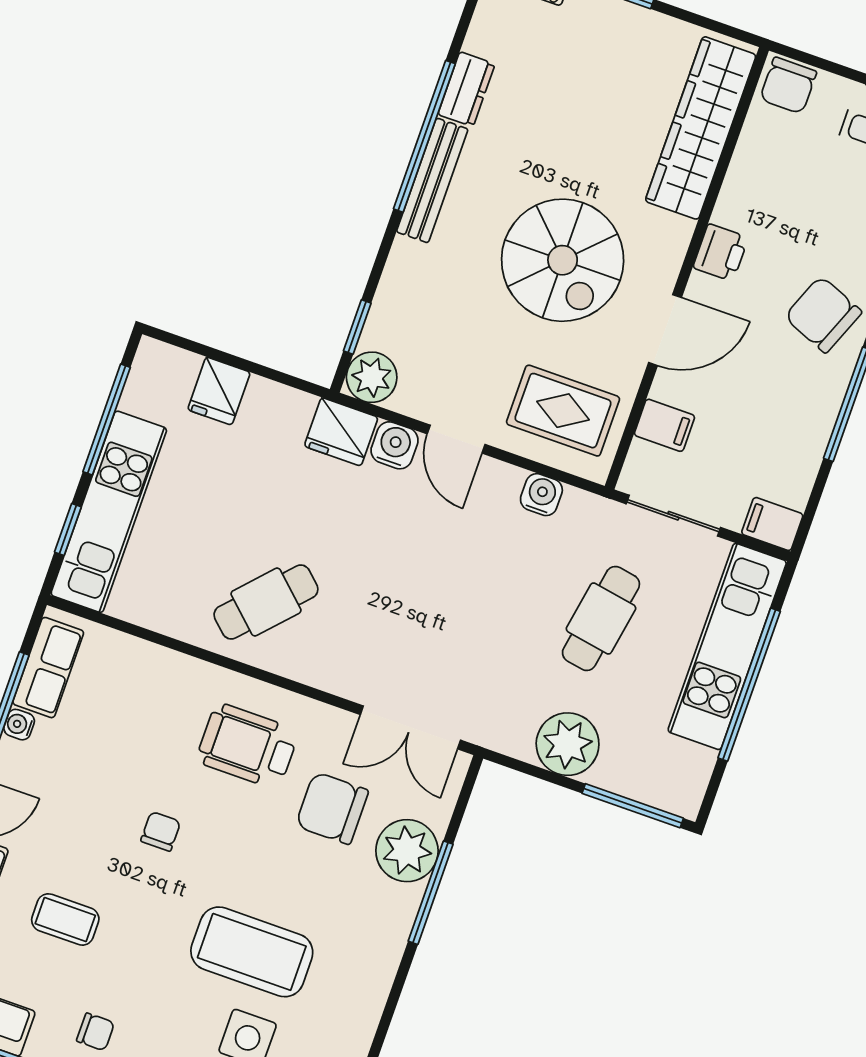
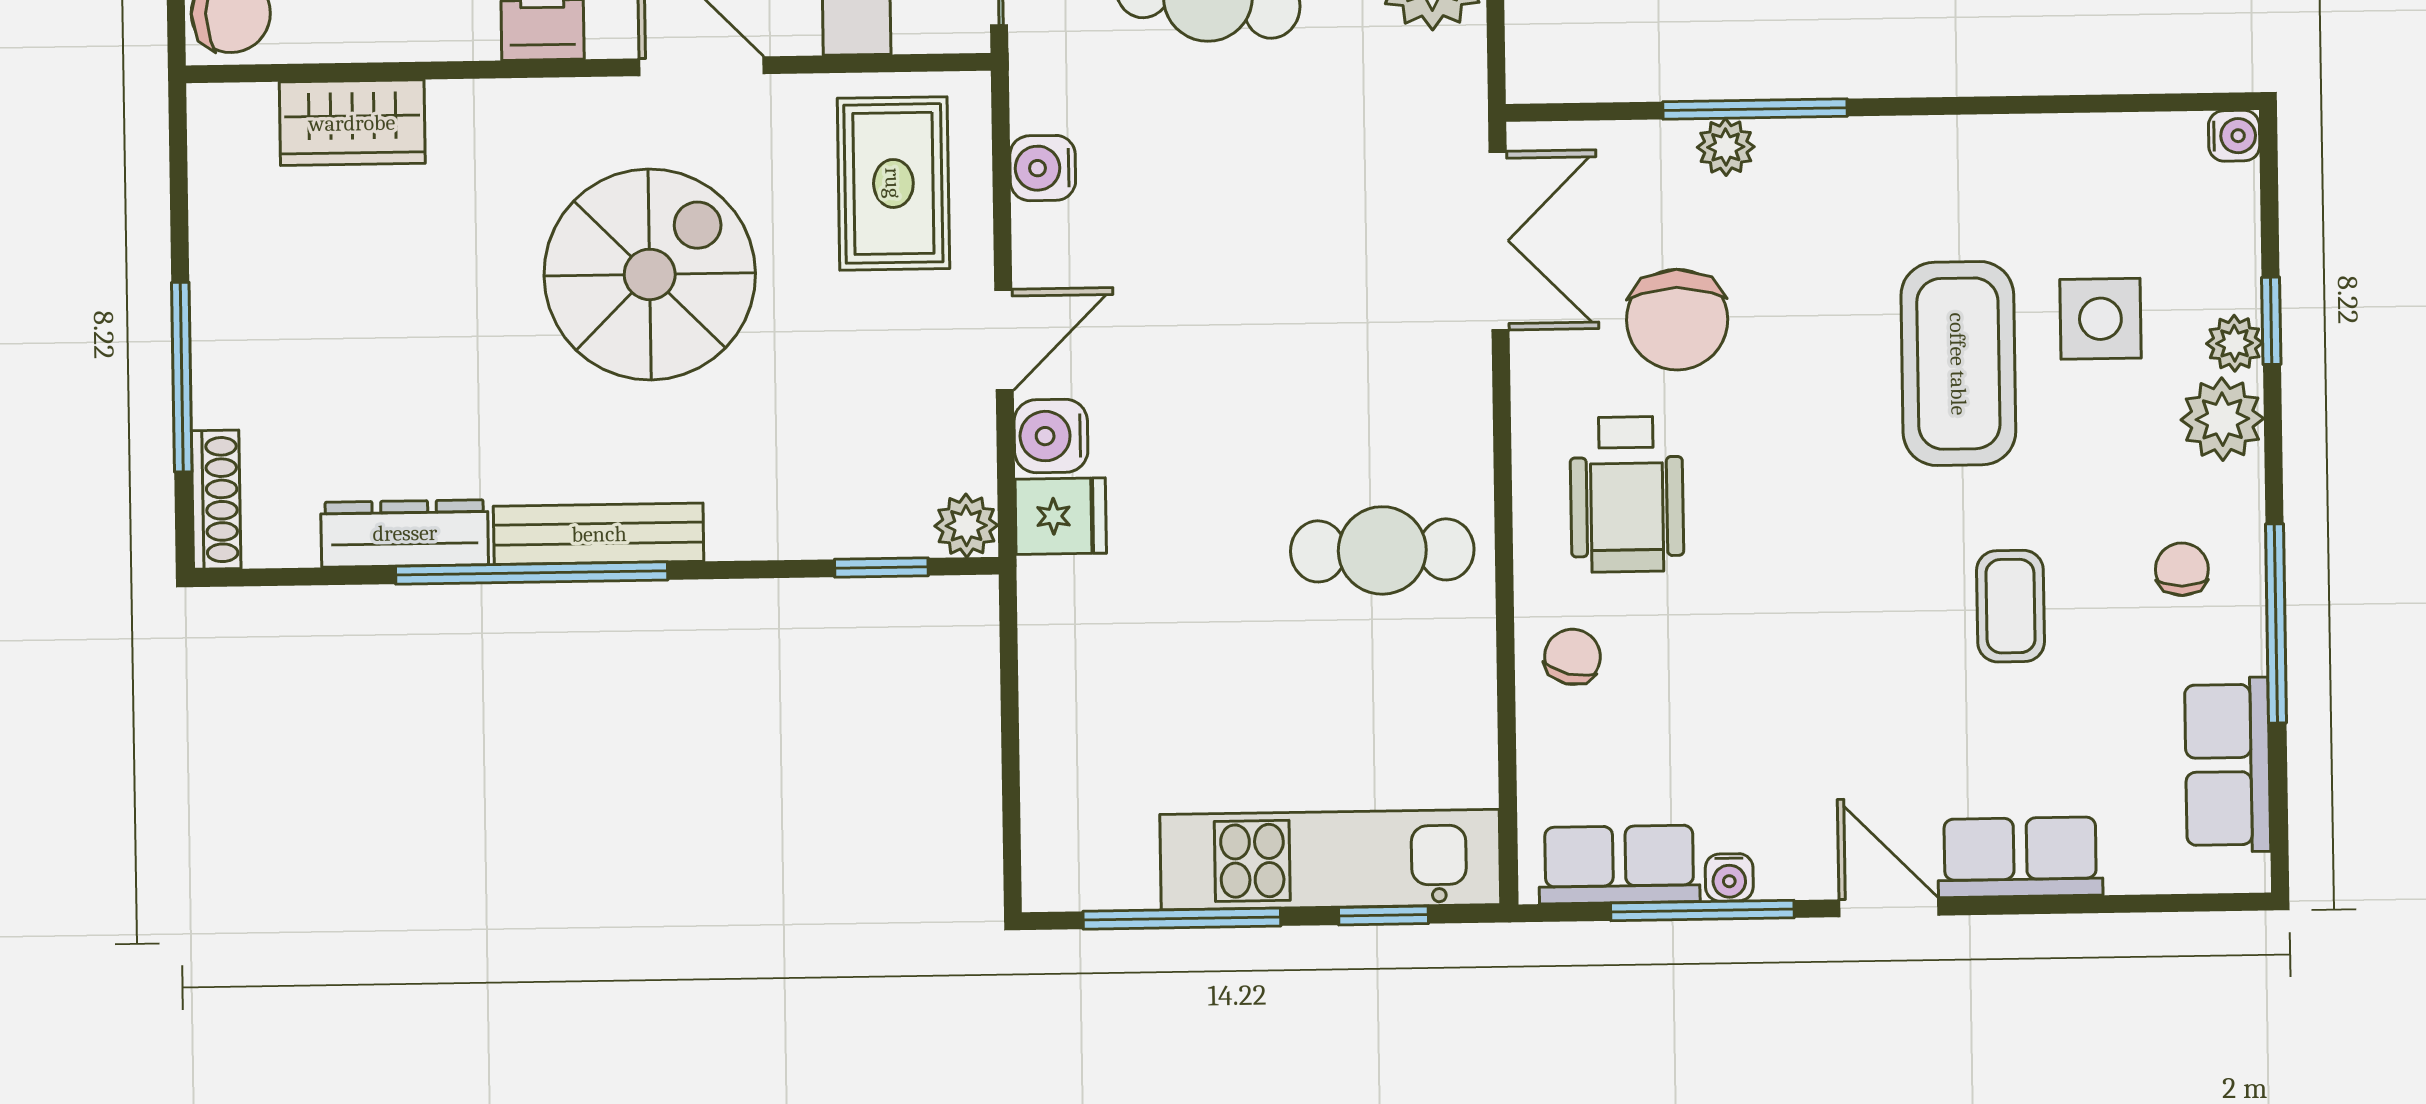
dresser: (466, 89) -> (405, 533), width x1.44
wardrobe: (701, 128) -> (352, 123), width x0.48, depth x0.85
plant: (372, 377) -> (966, 526), width x0.73, depth x0.73
fridge: (219, 391) -> (1068, 753), removed
fridge: (341, 432) -> (1061, 516), width x0.72
cafe table: (266, 602) -> (1382, 550), turned -43
chair: (161, 831) -> (1572, 657), moved, turned 104
plant: (407, 851) -> (1726, 147), width x0.53, depth x0.53
coffee table: (65, 919) -> (2010, 606), moved

